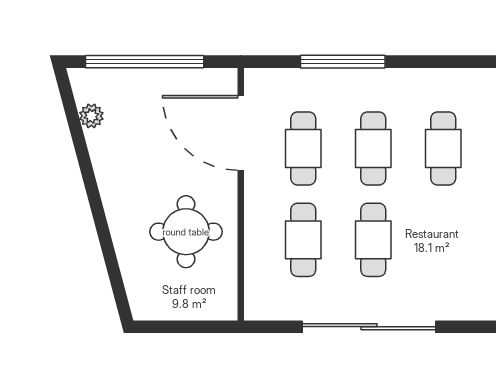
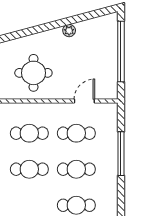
plant: (91, 116) -> (69, 31), moved
door: (241, 133) -> (84, 101), width x0.53

